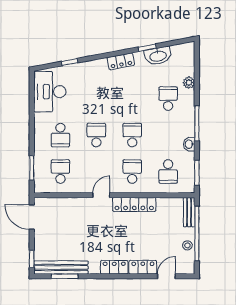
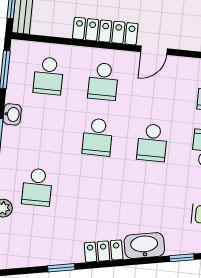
washbasin: (158, 56) -> (144, 246), moved
school desk: (168, 172) -> (48, 76), turned 180

